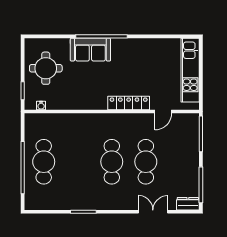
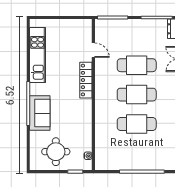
kitchen unit: (190, 70) -> (38, 55), moved, turned -90
cafe table: (44, 162) -> (137, 124), moved

